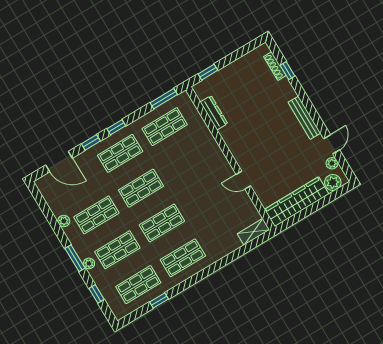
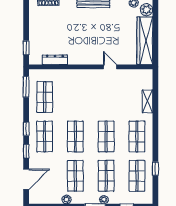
door: (243, 180) -> (110, 67), swing flipped
shelving: (253, 232) -> (147, 101), moved

